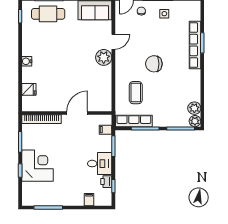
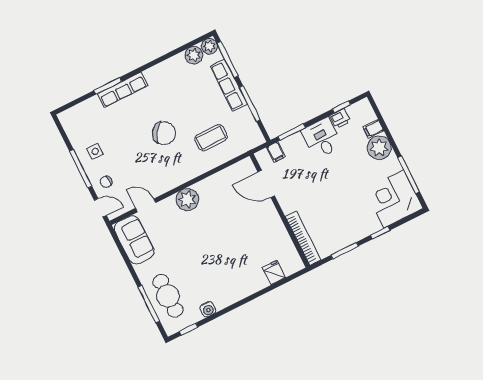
door: (113, 42) -> (146, 205), moved
row of seats: (195, 45) -> (123, 90), width x0.73
water cooler: (27, 61) -> (208, 309), moved
chair: (154, 64) -> (164, 133), turned -55
door: (77, 113) -> (266, 184), moved
row of seats: (134, 121) -> (229, 85), moved
corner desk: (37, 166) -> (394, 199), moved
plant: (75, 197) -> (379, 148), added

